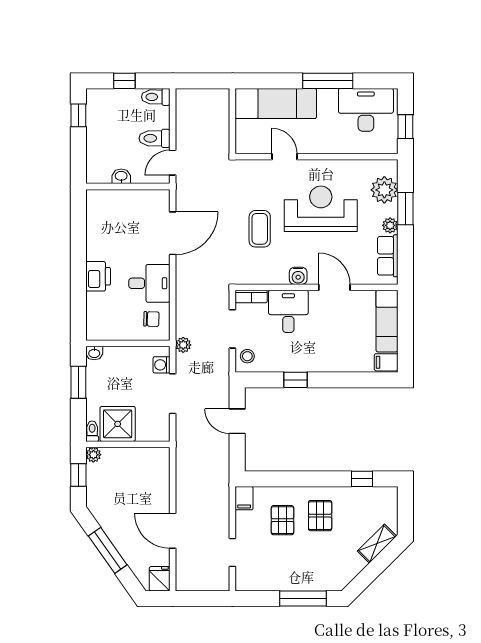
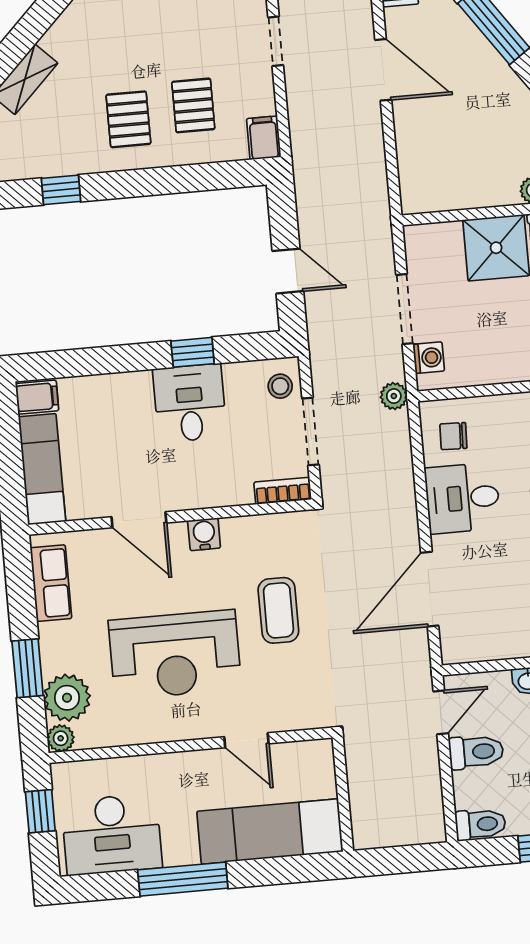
plant: (390, 225) -> (61, 738), moved
desk: (288, 311) -> (190, 403), moved, turned 180

